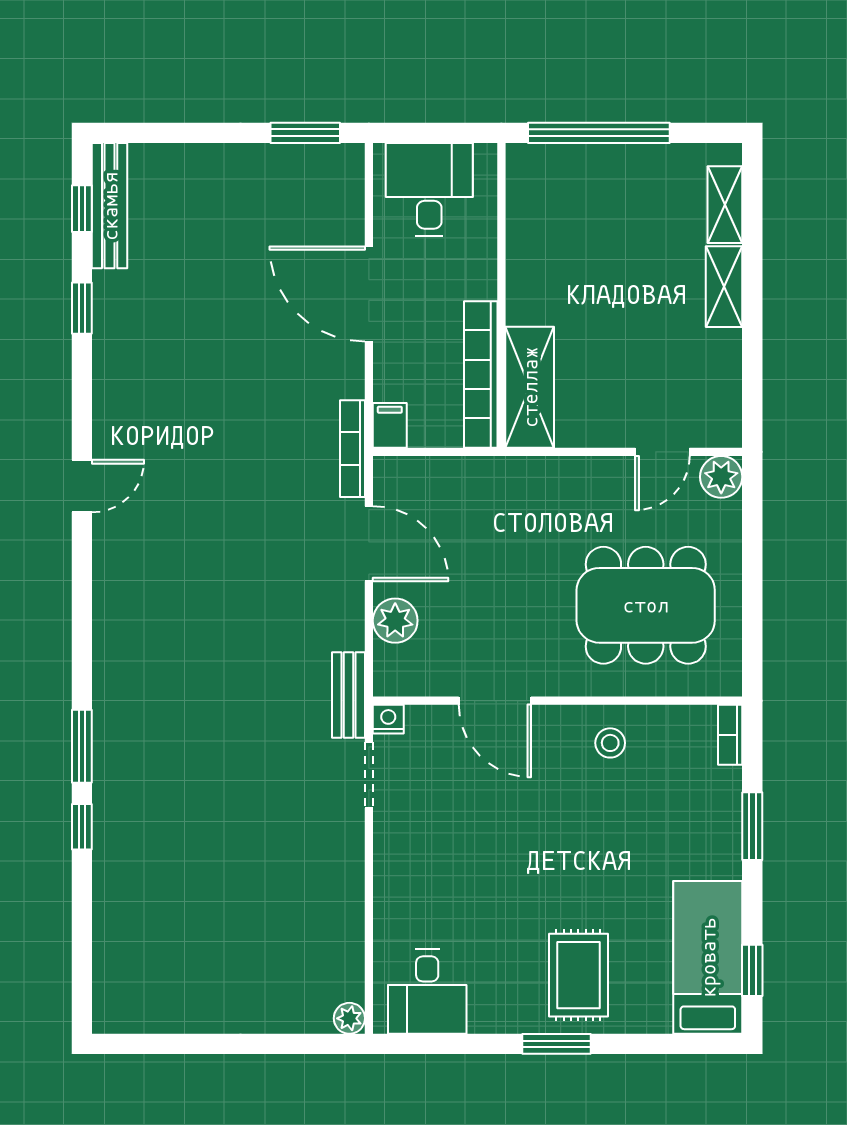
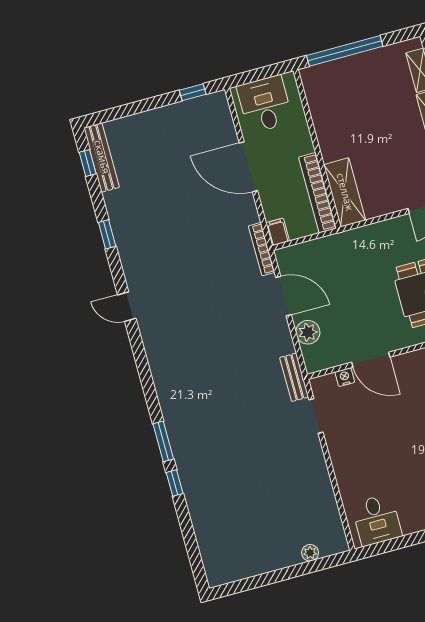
window: (305, 133) -> (193, 92), width x0.67
window: (82, 308) -> (107, 234), moved
door: (82, 486) -> (127, 307), swing flipped
nightstand: (388, 719) -> (345, 377), moved
plant: (349, 1018) -> (310, 553), moved

